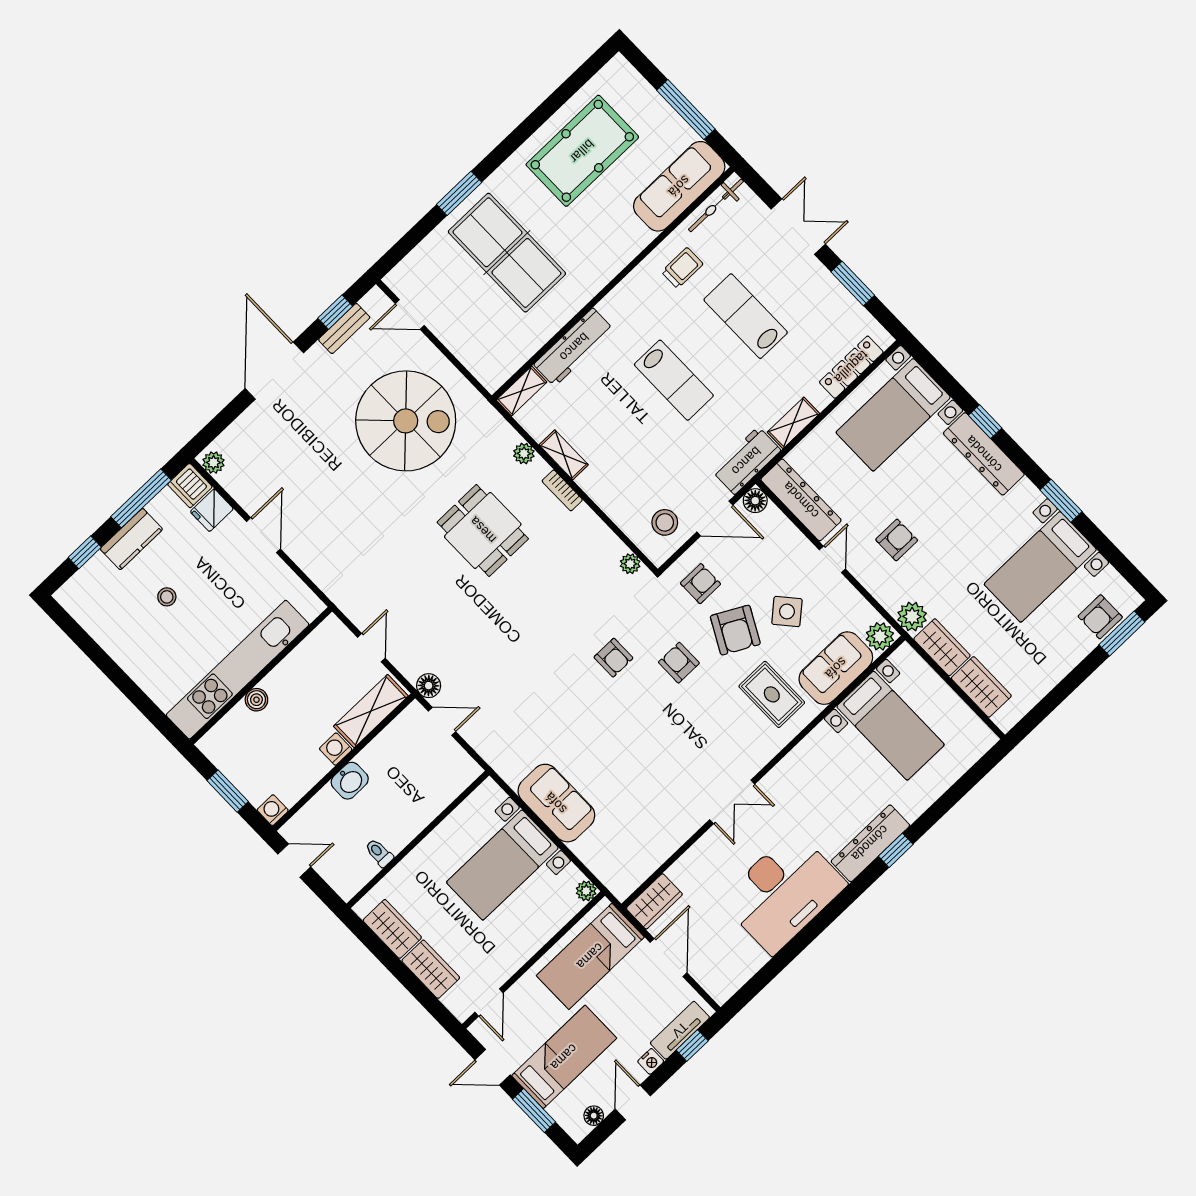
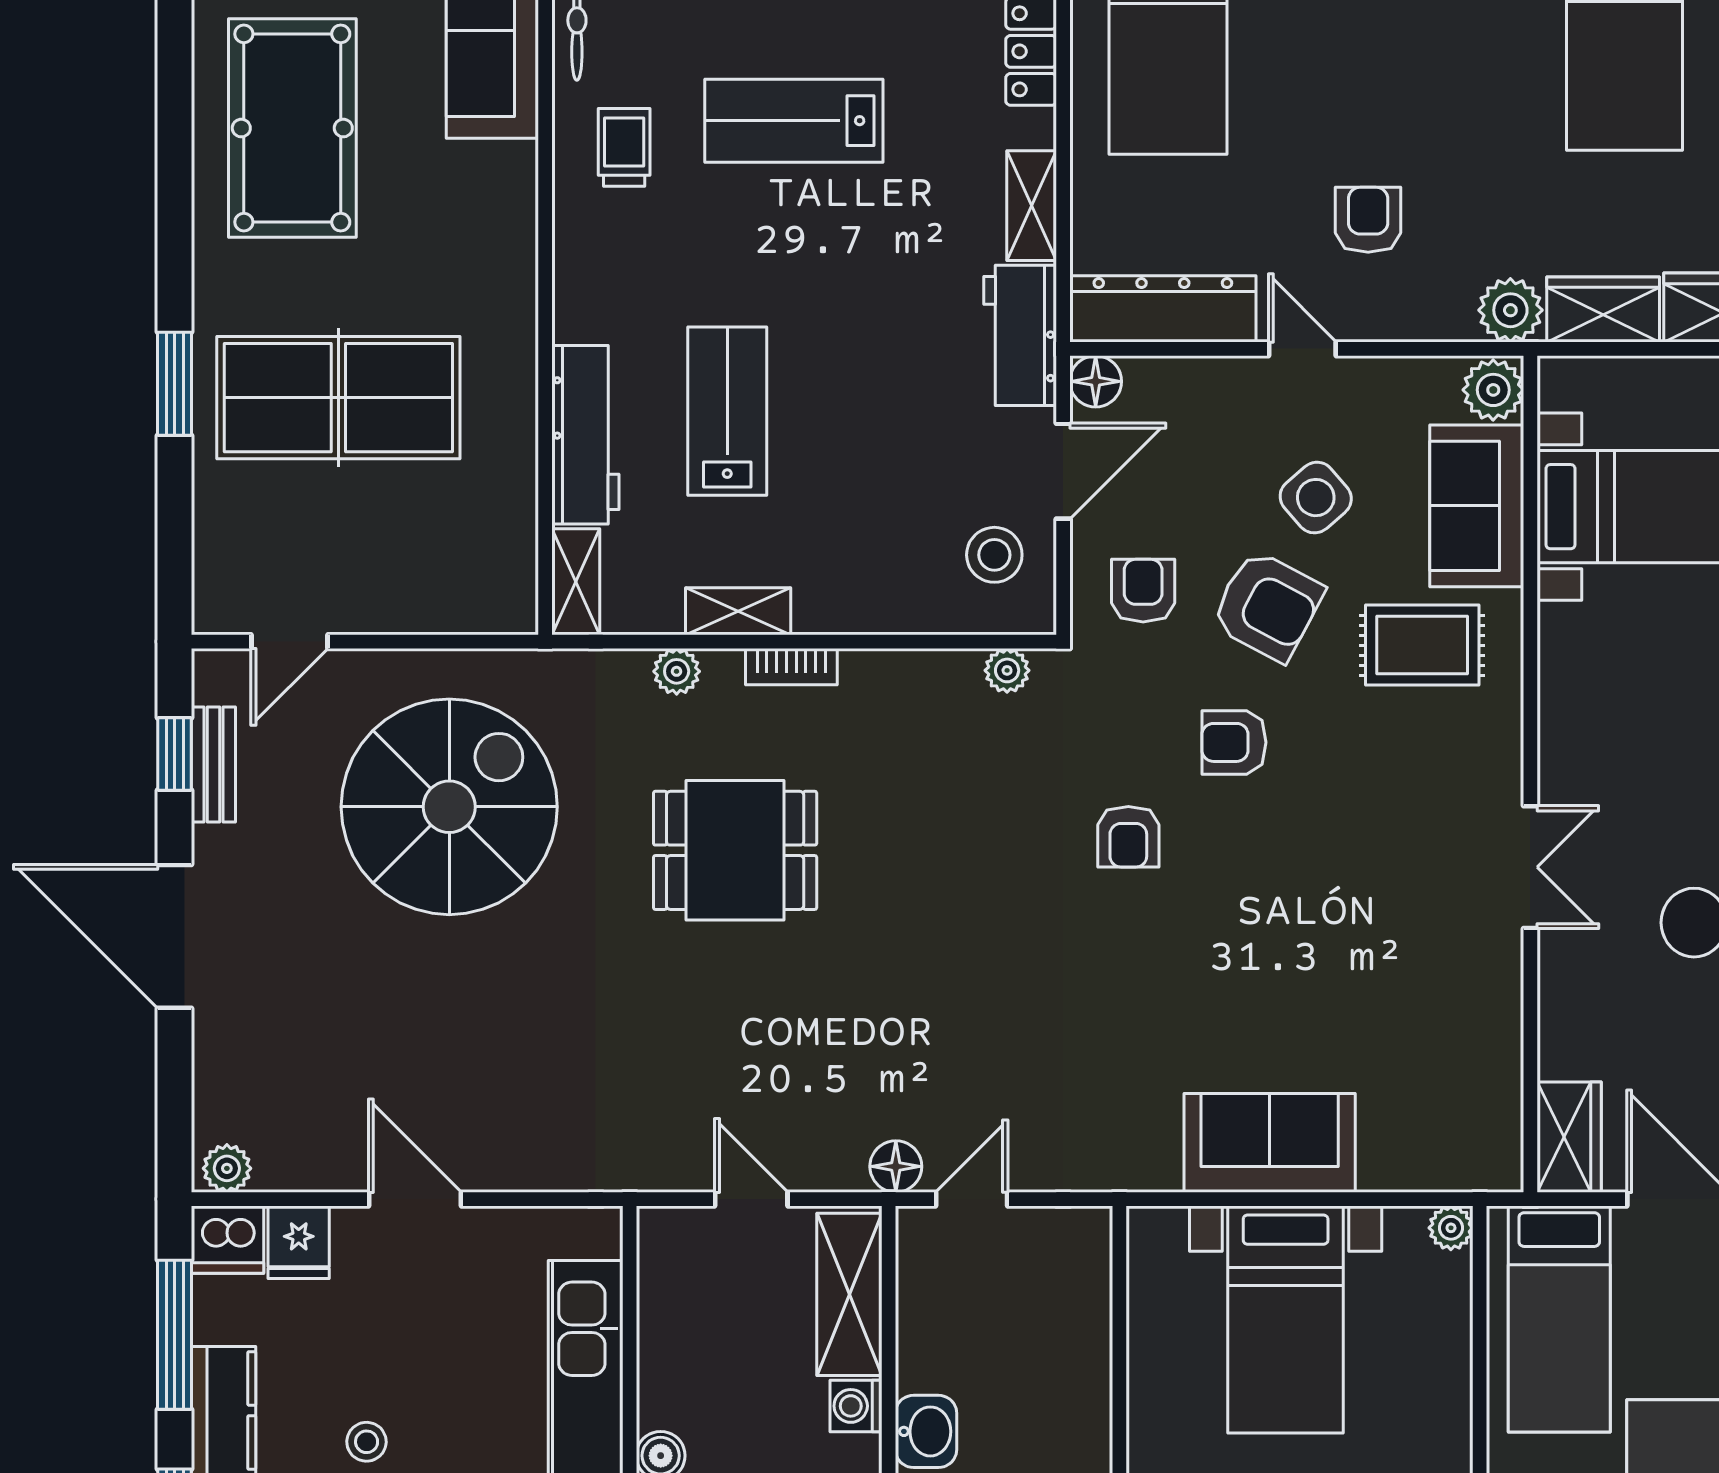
lab bench: (674, 380) -> (727, 411), moved, turned -90
armchair: (613, 658) -> (1128, 837), turned 90

